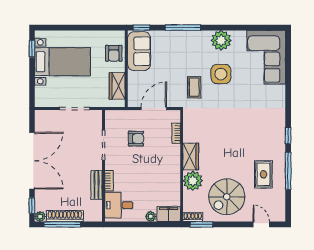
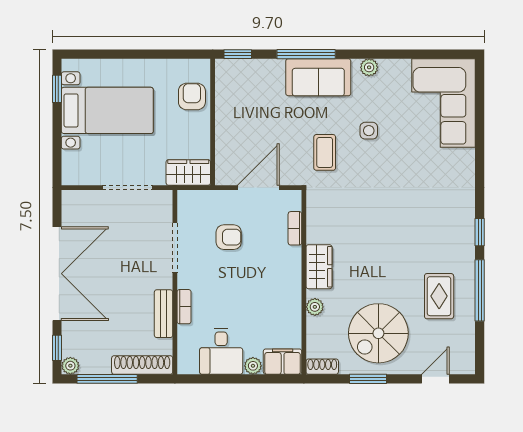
plant: (221, 40) -> (369, 67), width x0.53, depth x0.53
sofa: (139, 51) -> (318, 77), moved, turned 90
armchair: (114, 53) -> (192, 96), turned 180
side table: (221, 74) -> (369, 131), width x0.54, depth x0.54
wardrobe: (117, 86) -> (188, 172), moved, turned 90
plant: (193, 181) -> (315, 307), width x0.53, depth x0.53
desk: (119, 205) -> (221, 351), moved, turned -90
shoe rack: (65, 216) -> (142, 365), moved
window: (201, 224) -> (368, 379), moved
door: (261, 224) -> (435, 379), hinge flipped

